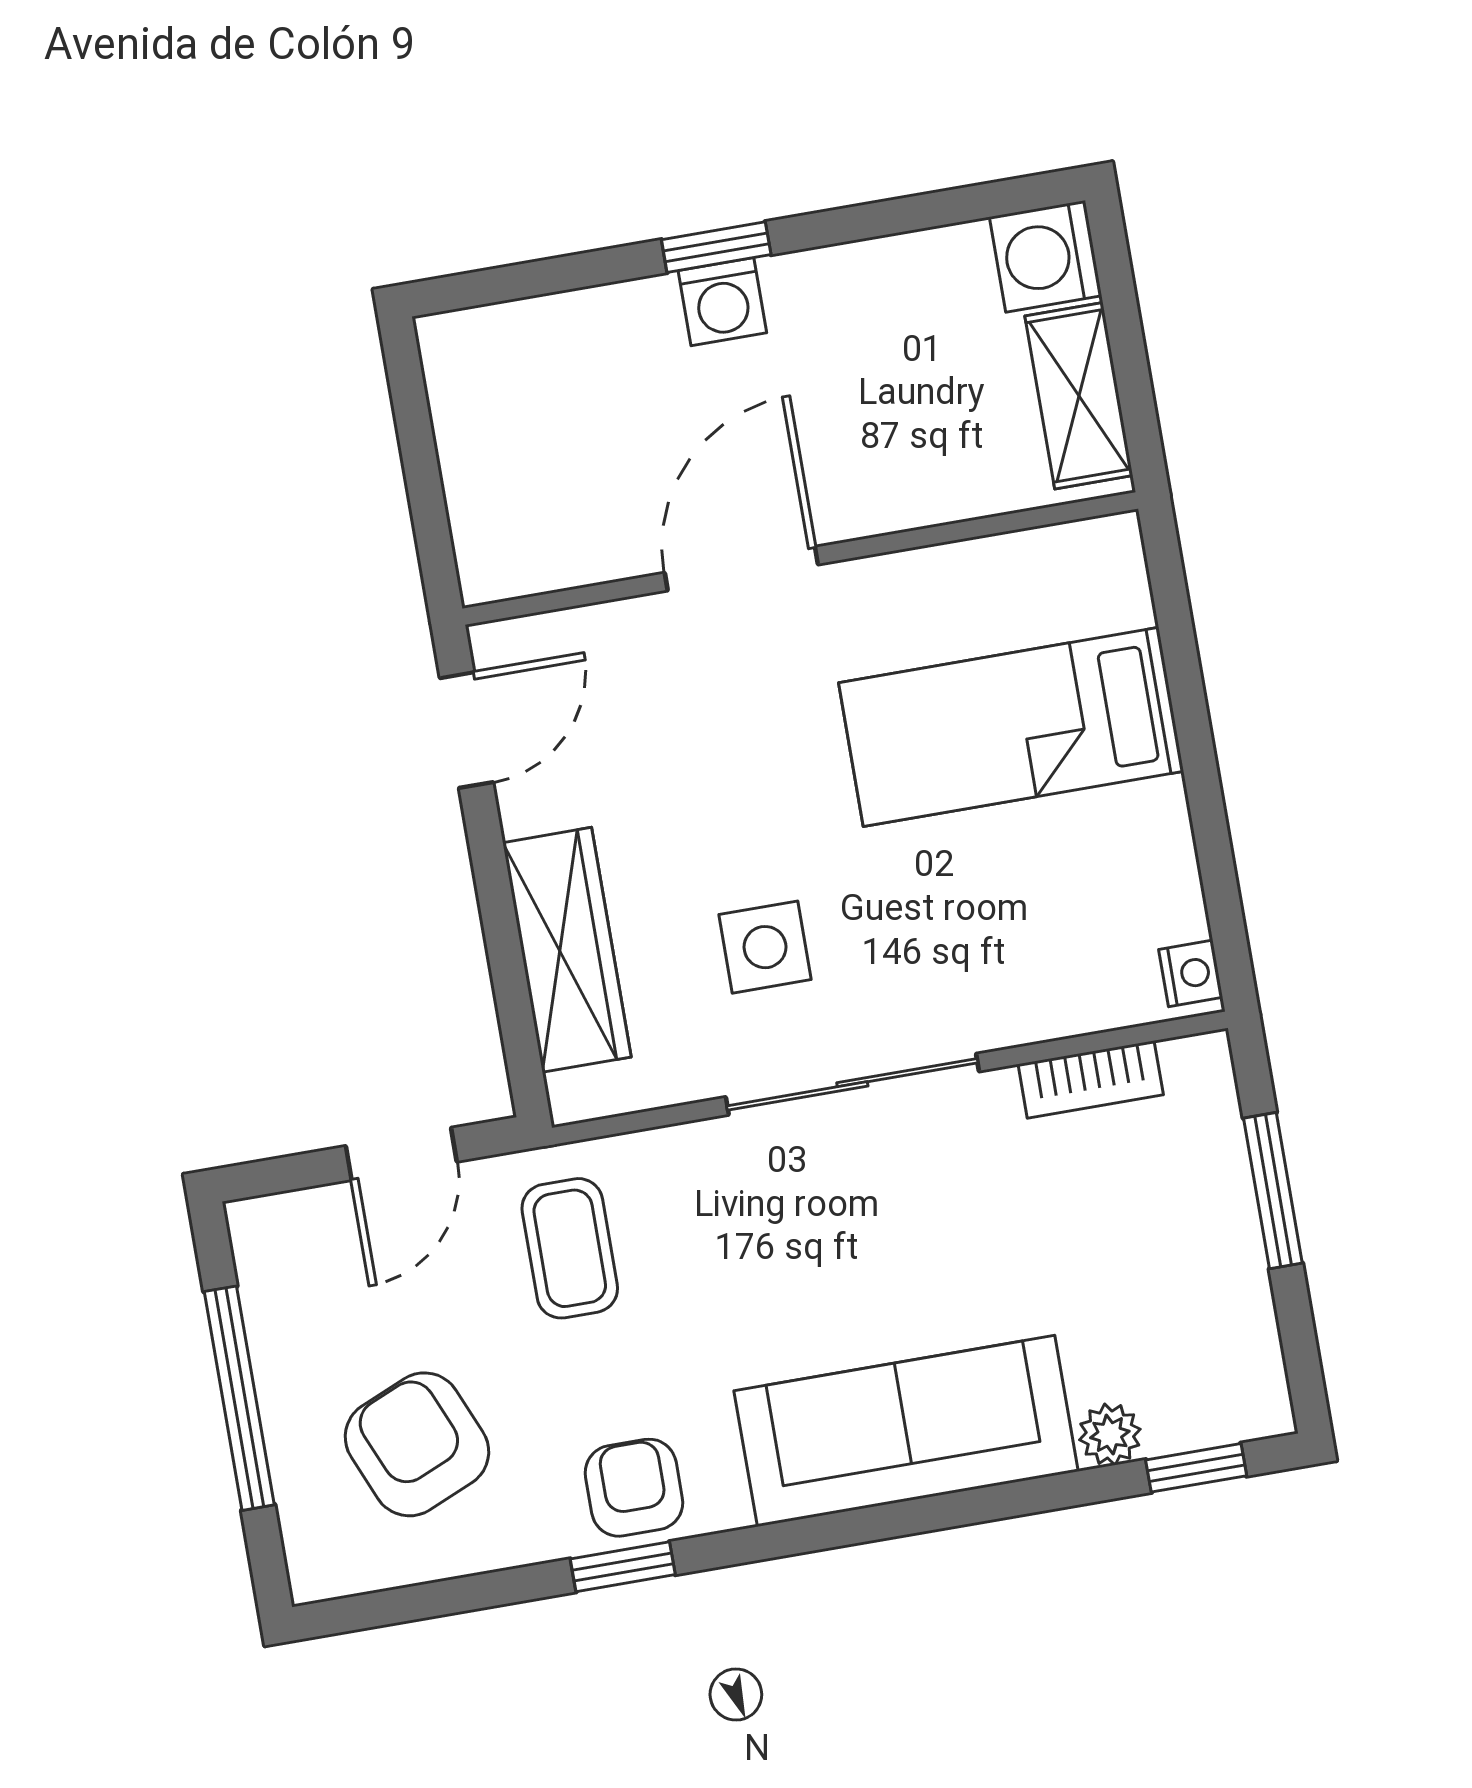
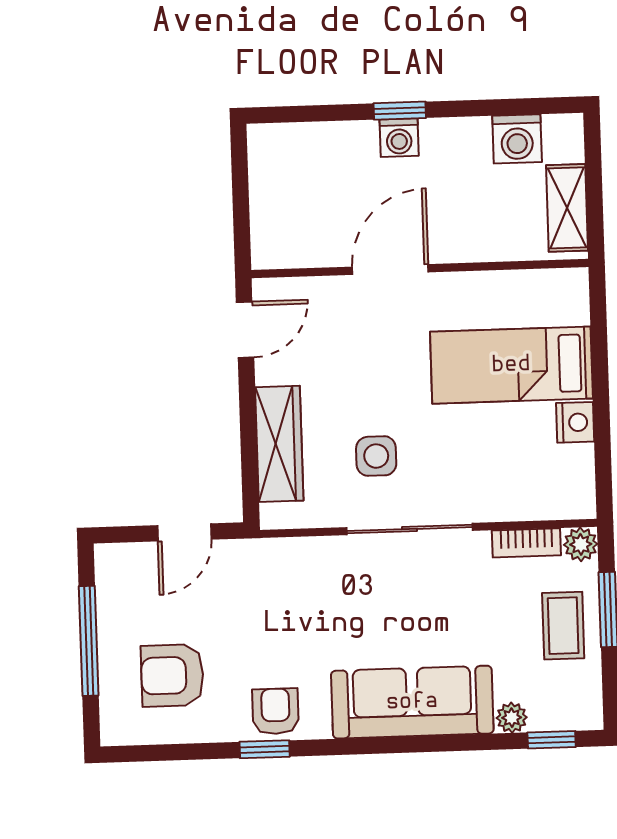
washing machine: (1046, 256) -> (517, 139), moved, turned -90
nightstand: (1191, 973) -> (575, 422), moved, width x1.39, depth x1.35
plant: (1200, 1067) -> (581, 544), added
coffee table: (570, 1248) -> (563, 626), moved
armchair: (417, 1444) -> (172, 675), turned -67

